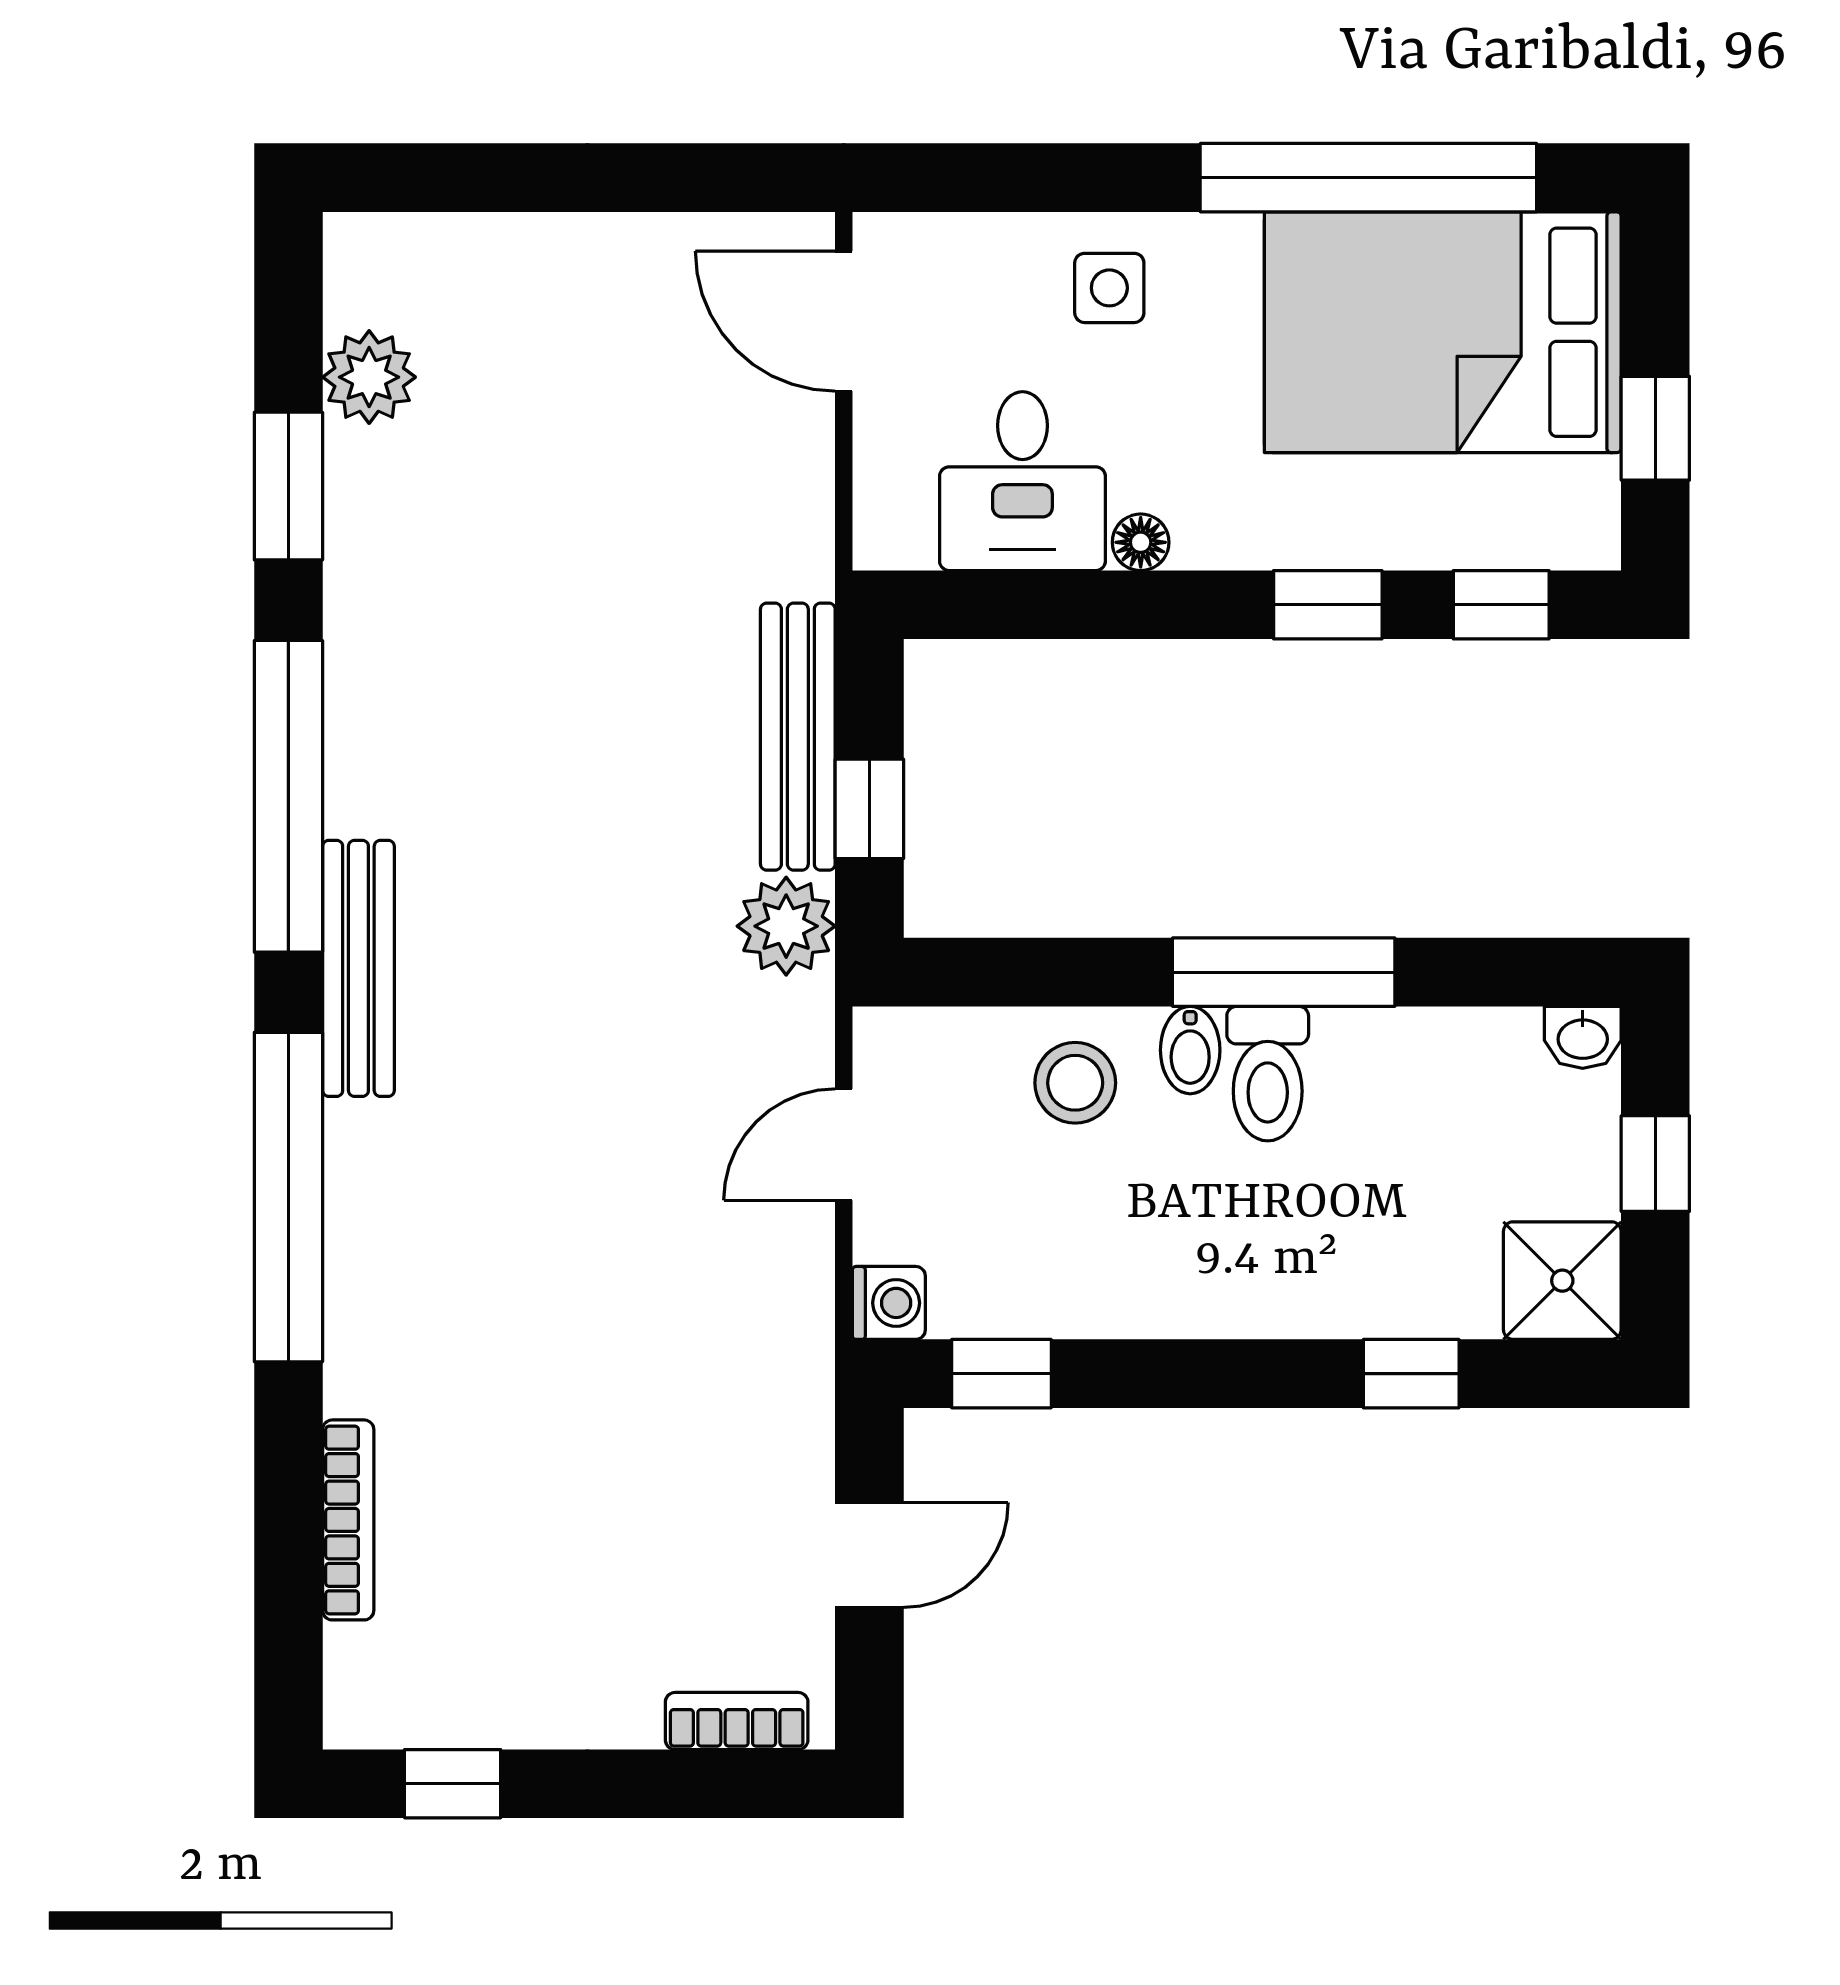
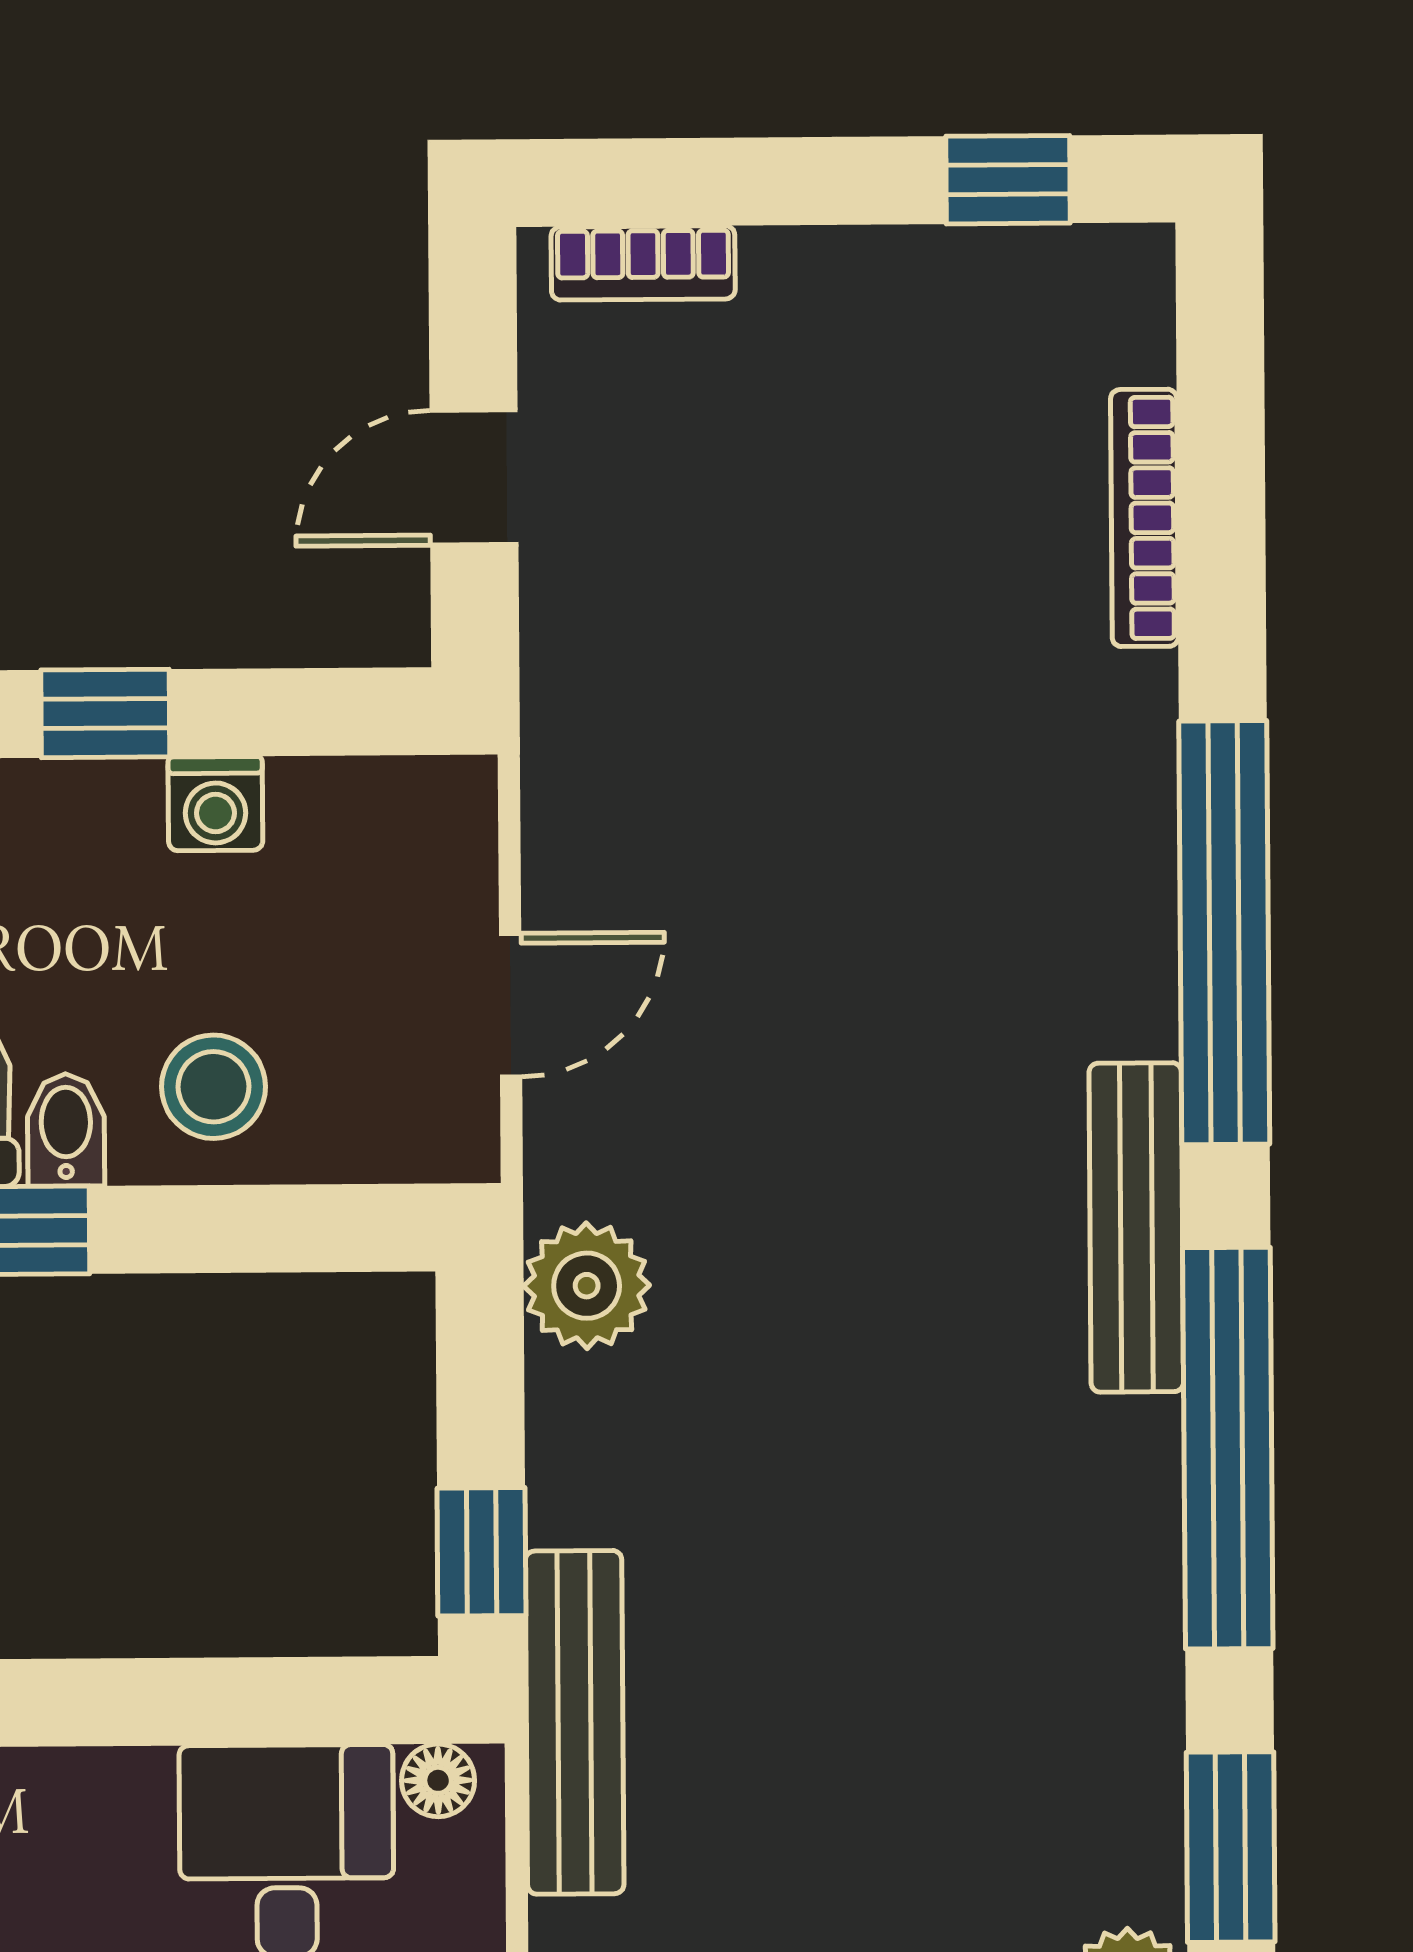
floor lamp: (1141, 542) -> (438, 1780), moved
bench: (798, 737) -> (575, 1722), moved
window: (869, 809) -> (481, 1552), moved
washing machine: (889, 1303) -> (215, 804), moved, turned -90
window: (1001, 1374) -> (105, 713), moved

